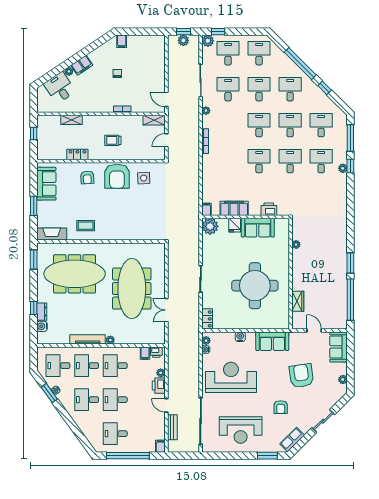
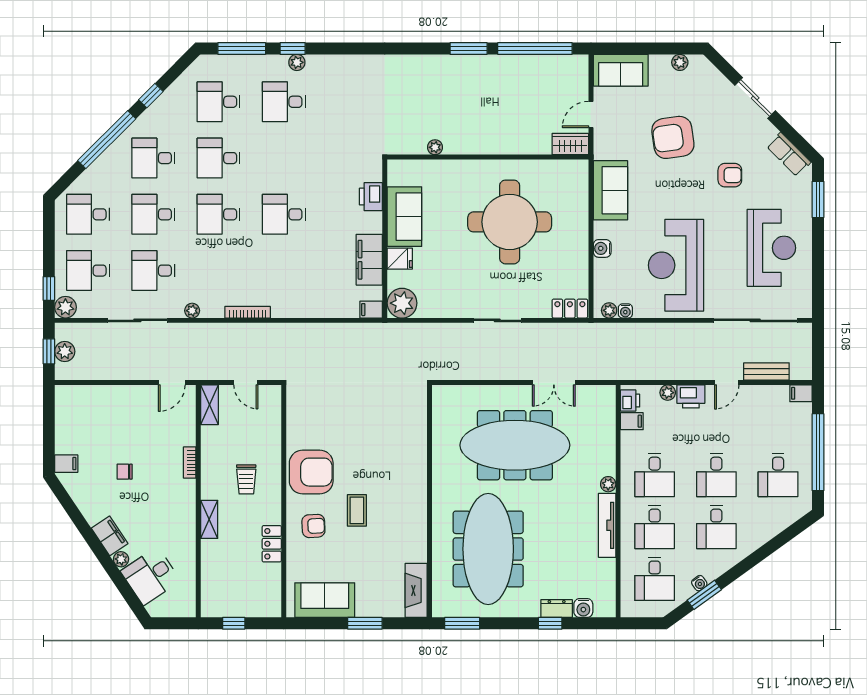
shelving: (71, 120) -> (209, 519), moved
desk: (290, 161) -> (284, 158), removed
side table: (144, 178) -> (314, 424), removed
coffee table: (86, 226) -> (357, 510), moved
wardrobe: (298, 301) -> (570, 144), moved

